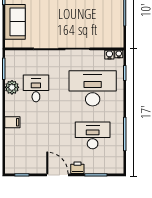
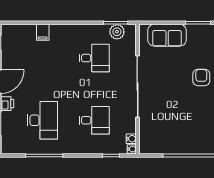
plant: (12, 87) -> (117, 32), moved
desk: (93, 88) -> (94, 120), width x0.53, depth x0.77
filing cabinet: (12, 122) -> (43, 32), moved

